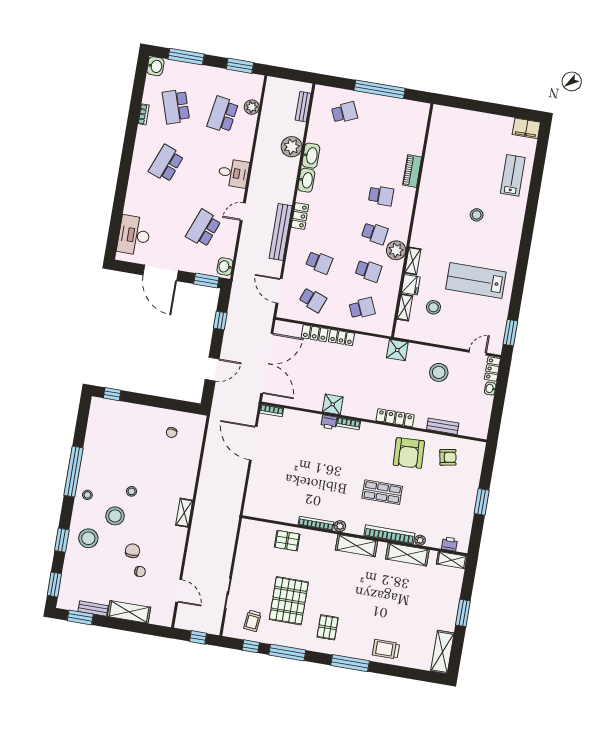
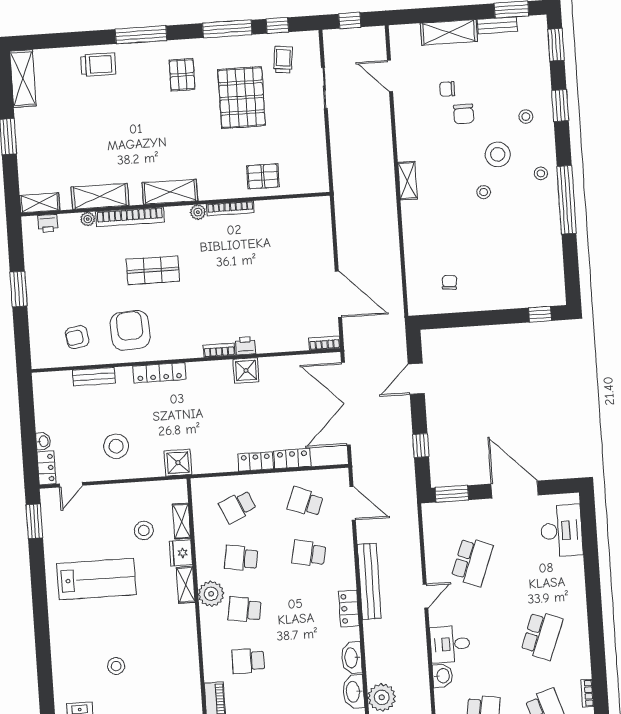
washbasin: (225, 266) -> (443, 676), moved
stool: (88, 538) -> (526, 117), width x0.53, depth x0.53

